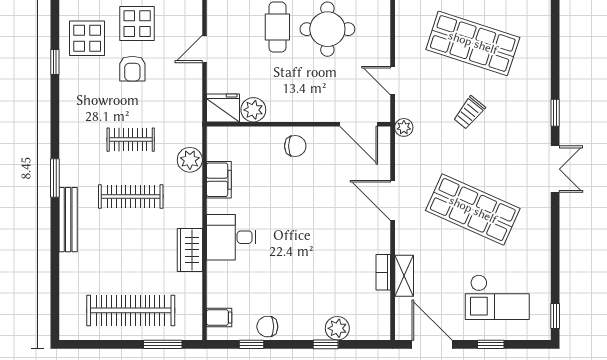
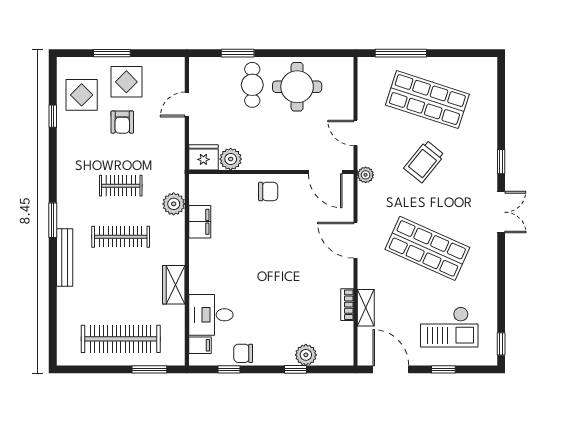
trolley: (469, 113) -> (424, 162), width x1.36, depth x1.39
desk: (231, 237) -> (211, 315), moved

